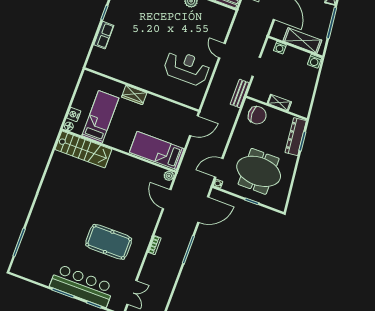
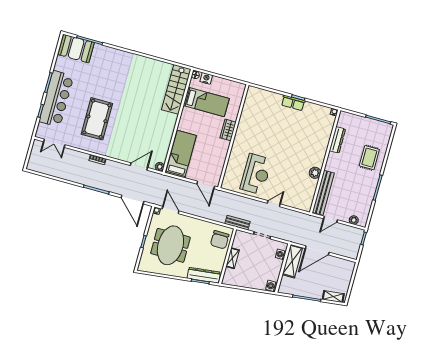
row of seats: (104, 35) -> (293, 103), moved
shelving: (302, 41) -> (292, 261), moved
booth: (27, 258) -> (76, 49), added

